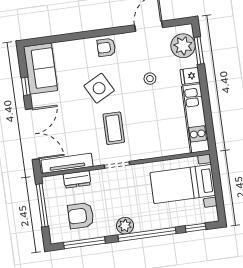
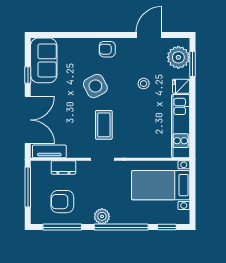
tv unit: (67, 163) -> (49, 151), width x0.71

